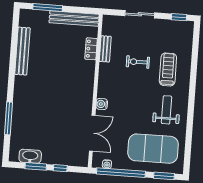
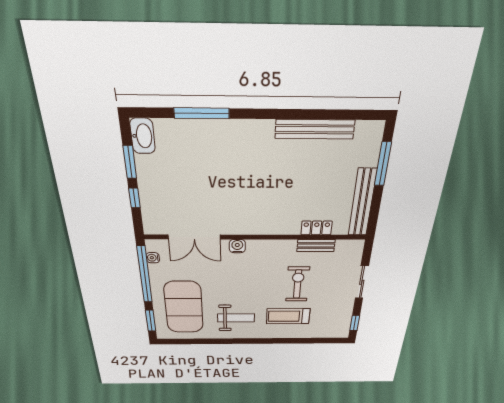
exercise bike: (138, 62) -> (298, 284), width x1.38, depth x1.39
treadmill: (168, 69) -> (288, 316), turned 180
washbasin: (30, 156) -> (143, 136), moved

